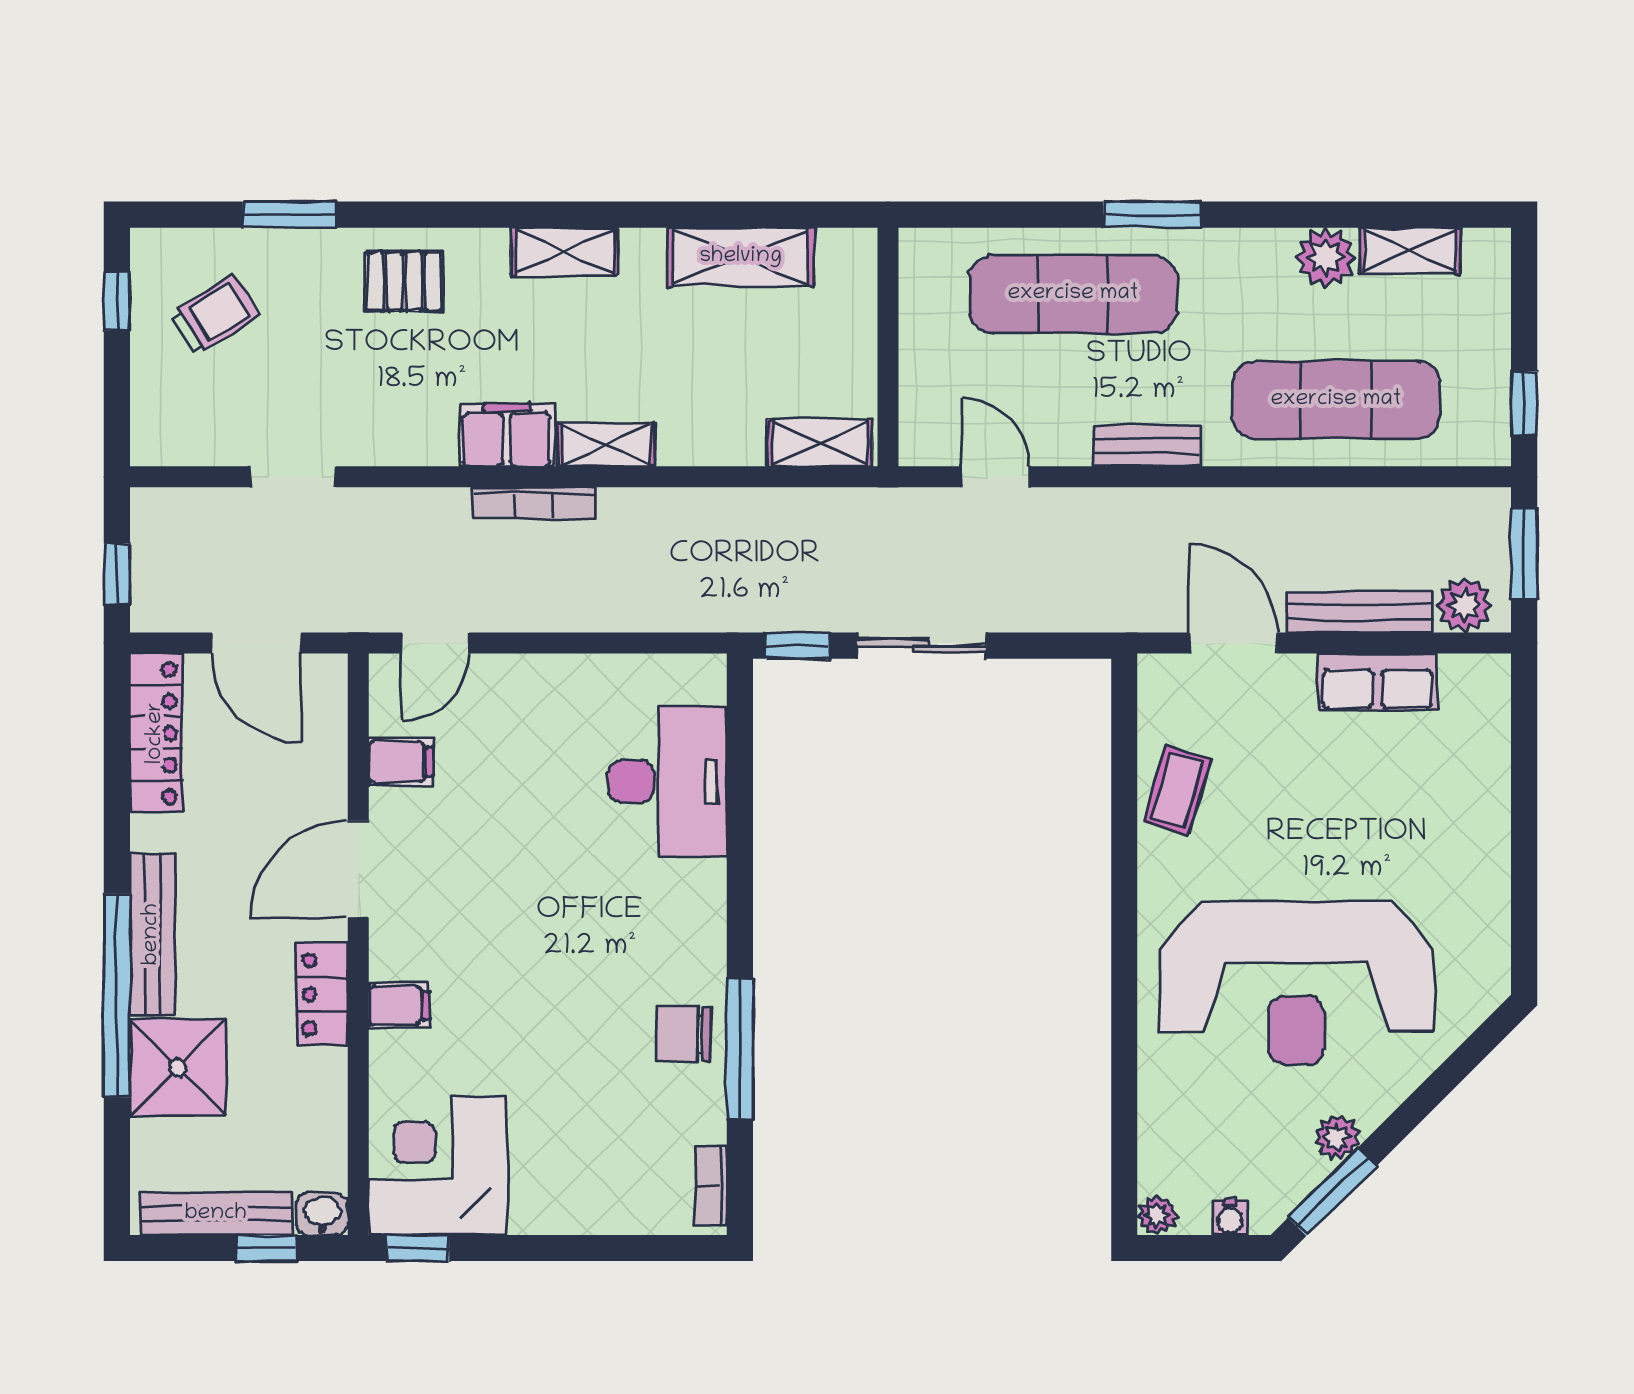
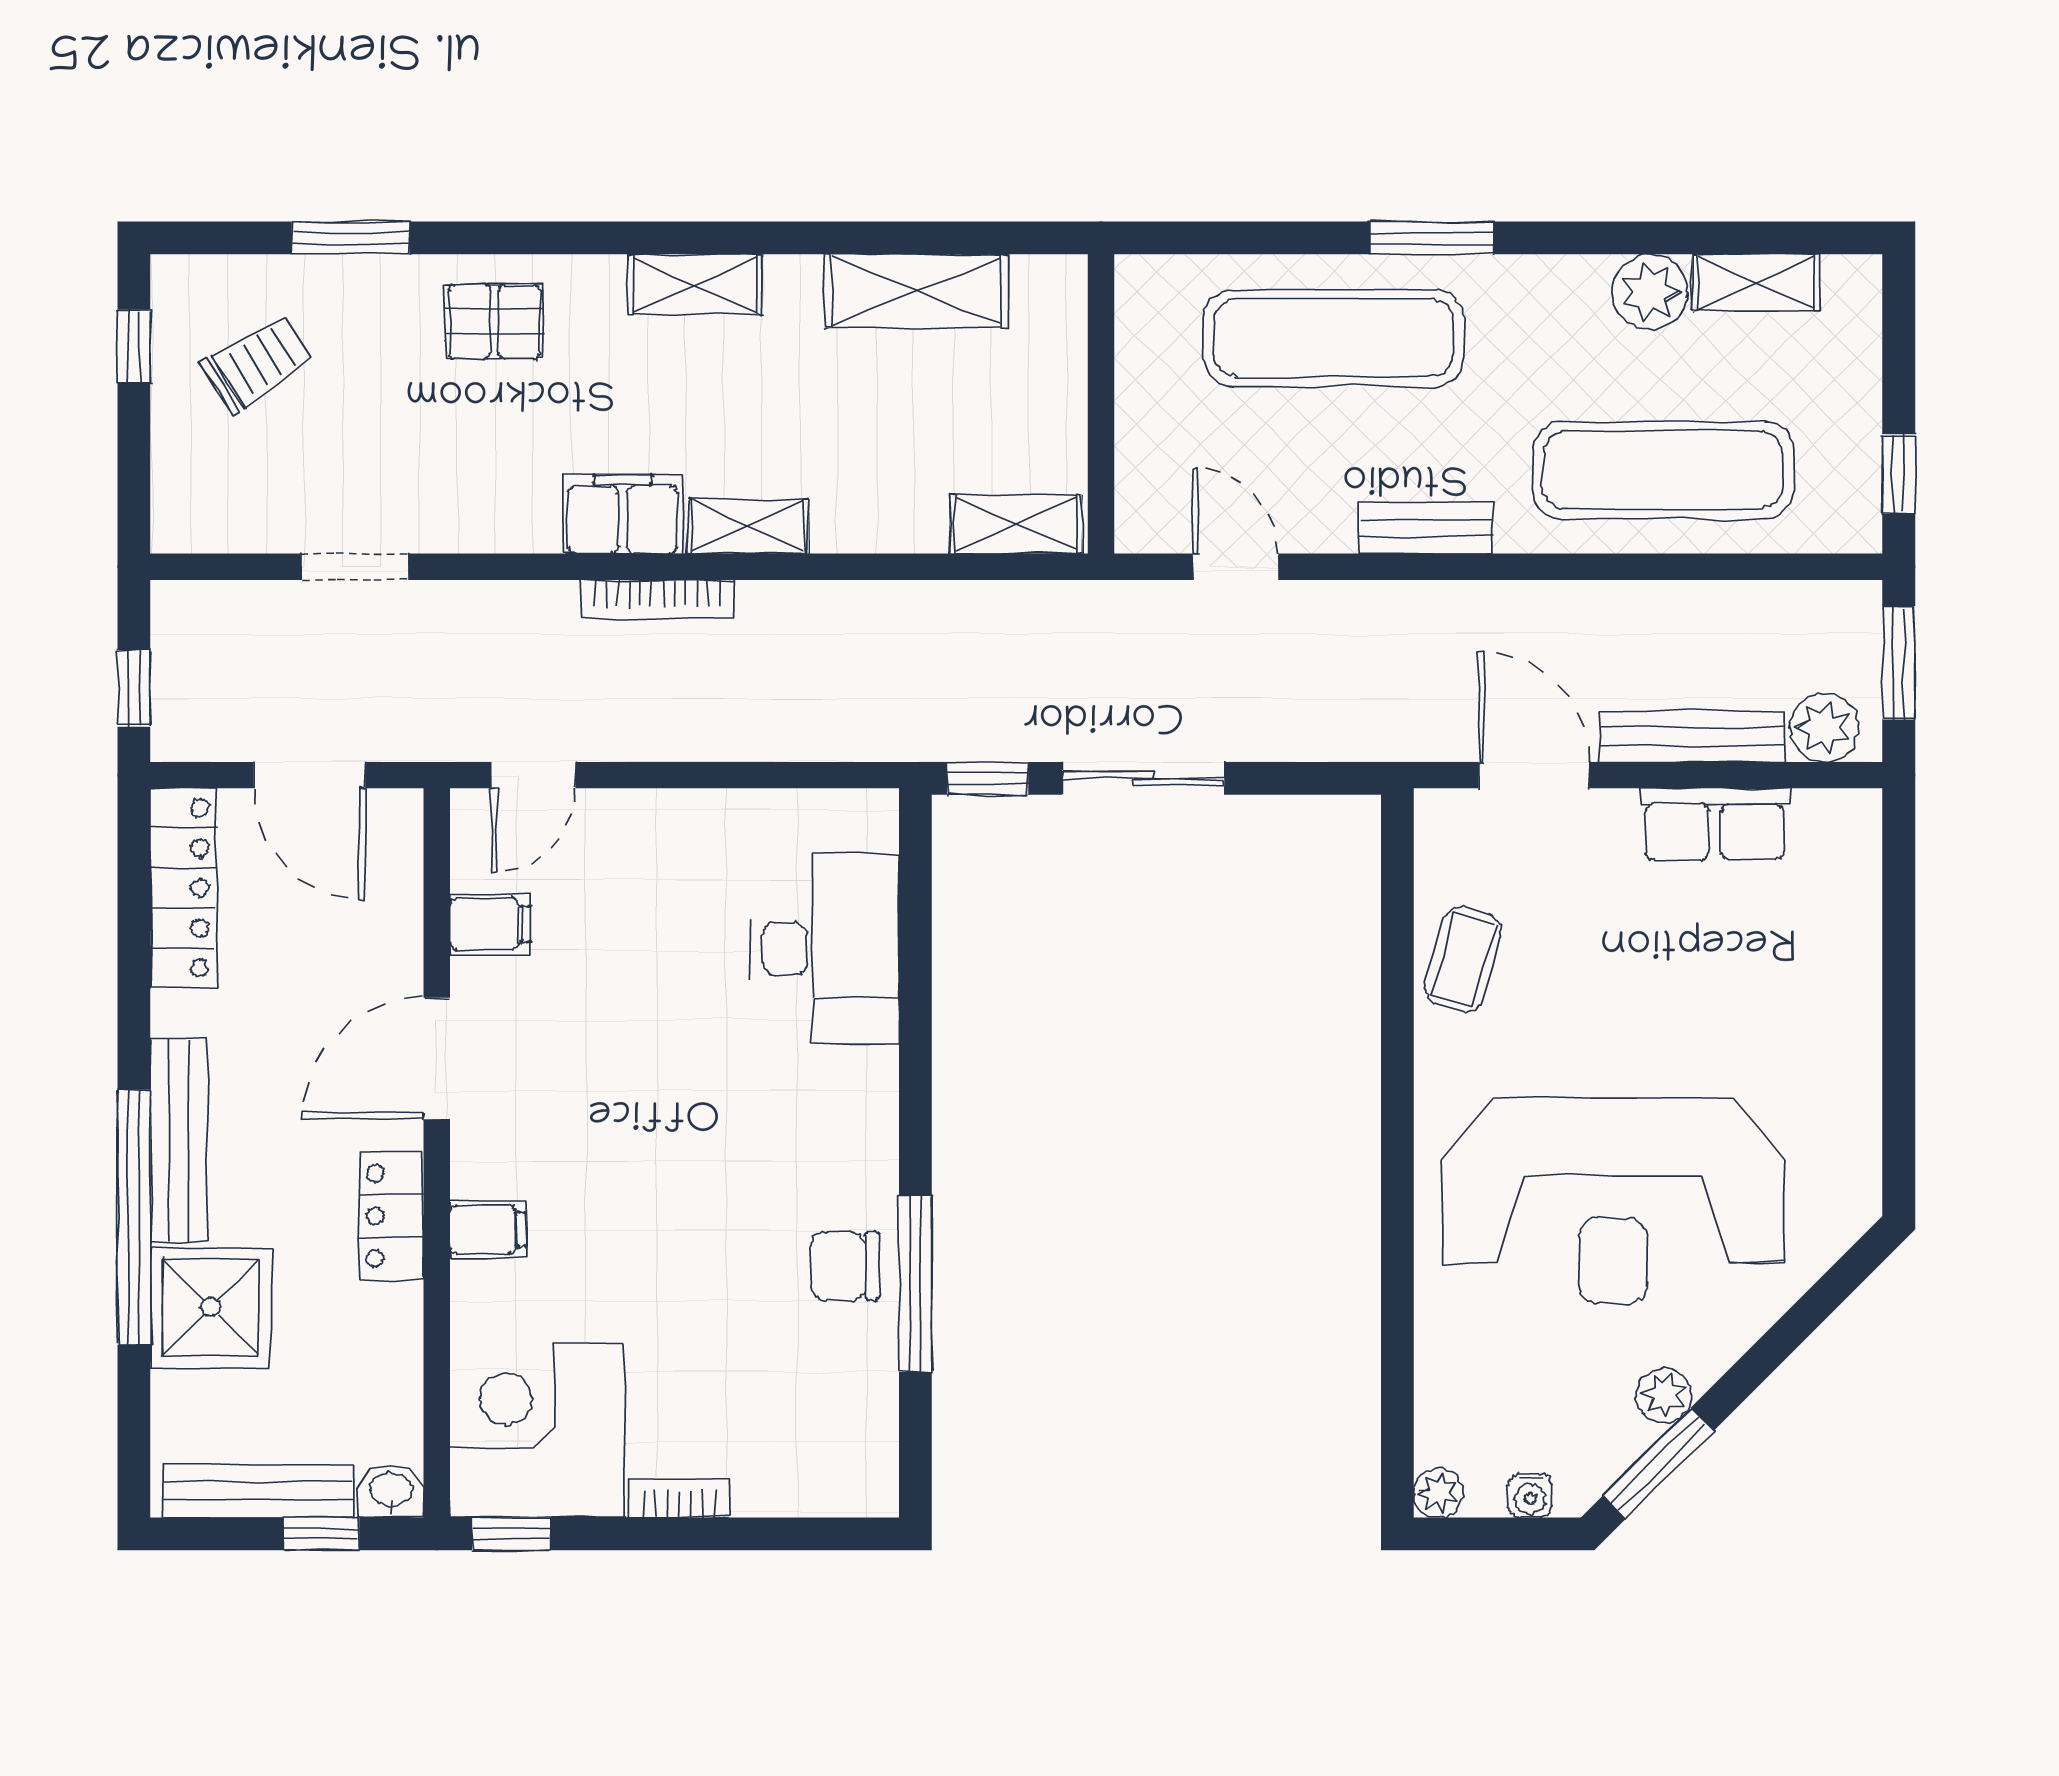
bookcase: (711, 1185) -> (679, 1498), moved, turned 90

